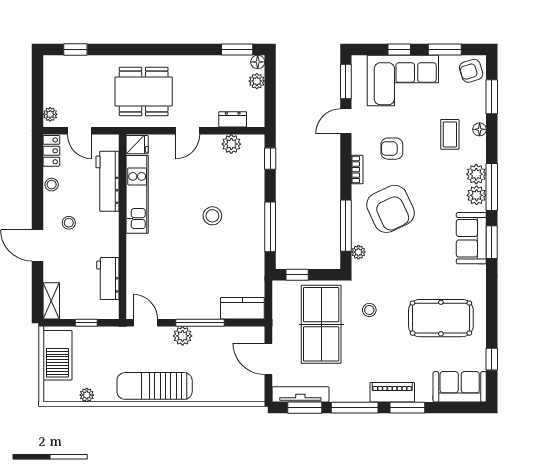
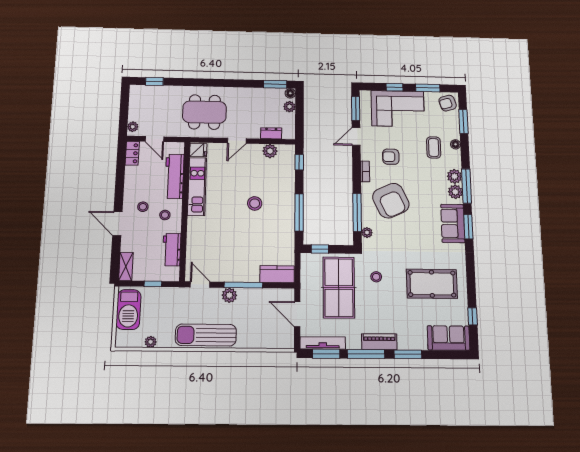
stool: (52, 185) -> (165, 215), moved
piano: (392, 392) -> (379, 342), moved

